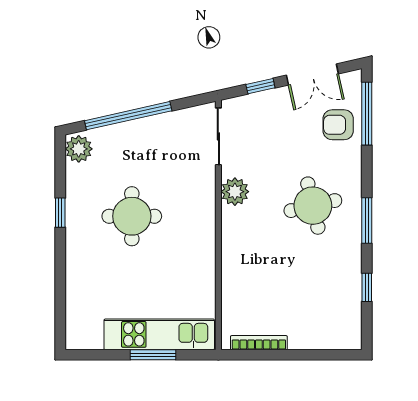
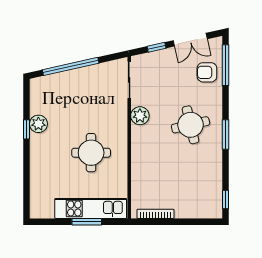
plant: (79, 149) -> (38, 124), moved
round table: (132, 216) -> (91, 153), moved
window: (367, 287) -> (226, 199), moved

